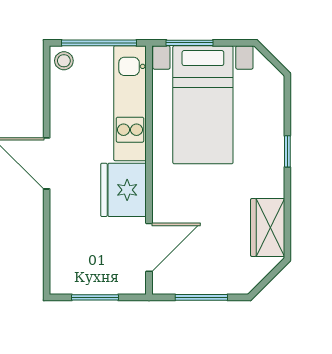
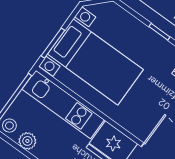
plant: (61, 93) -> (27, 141), added

